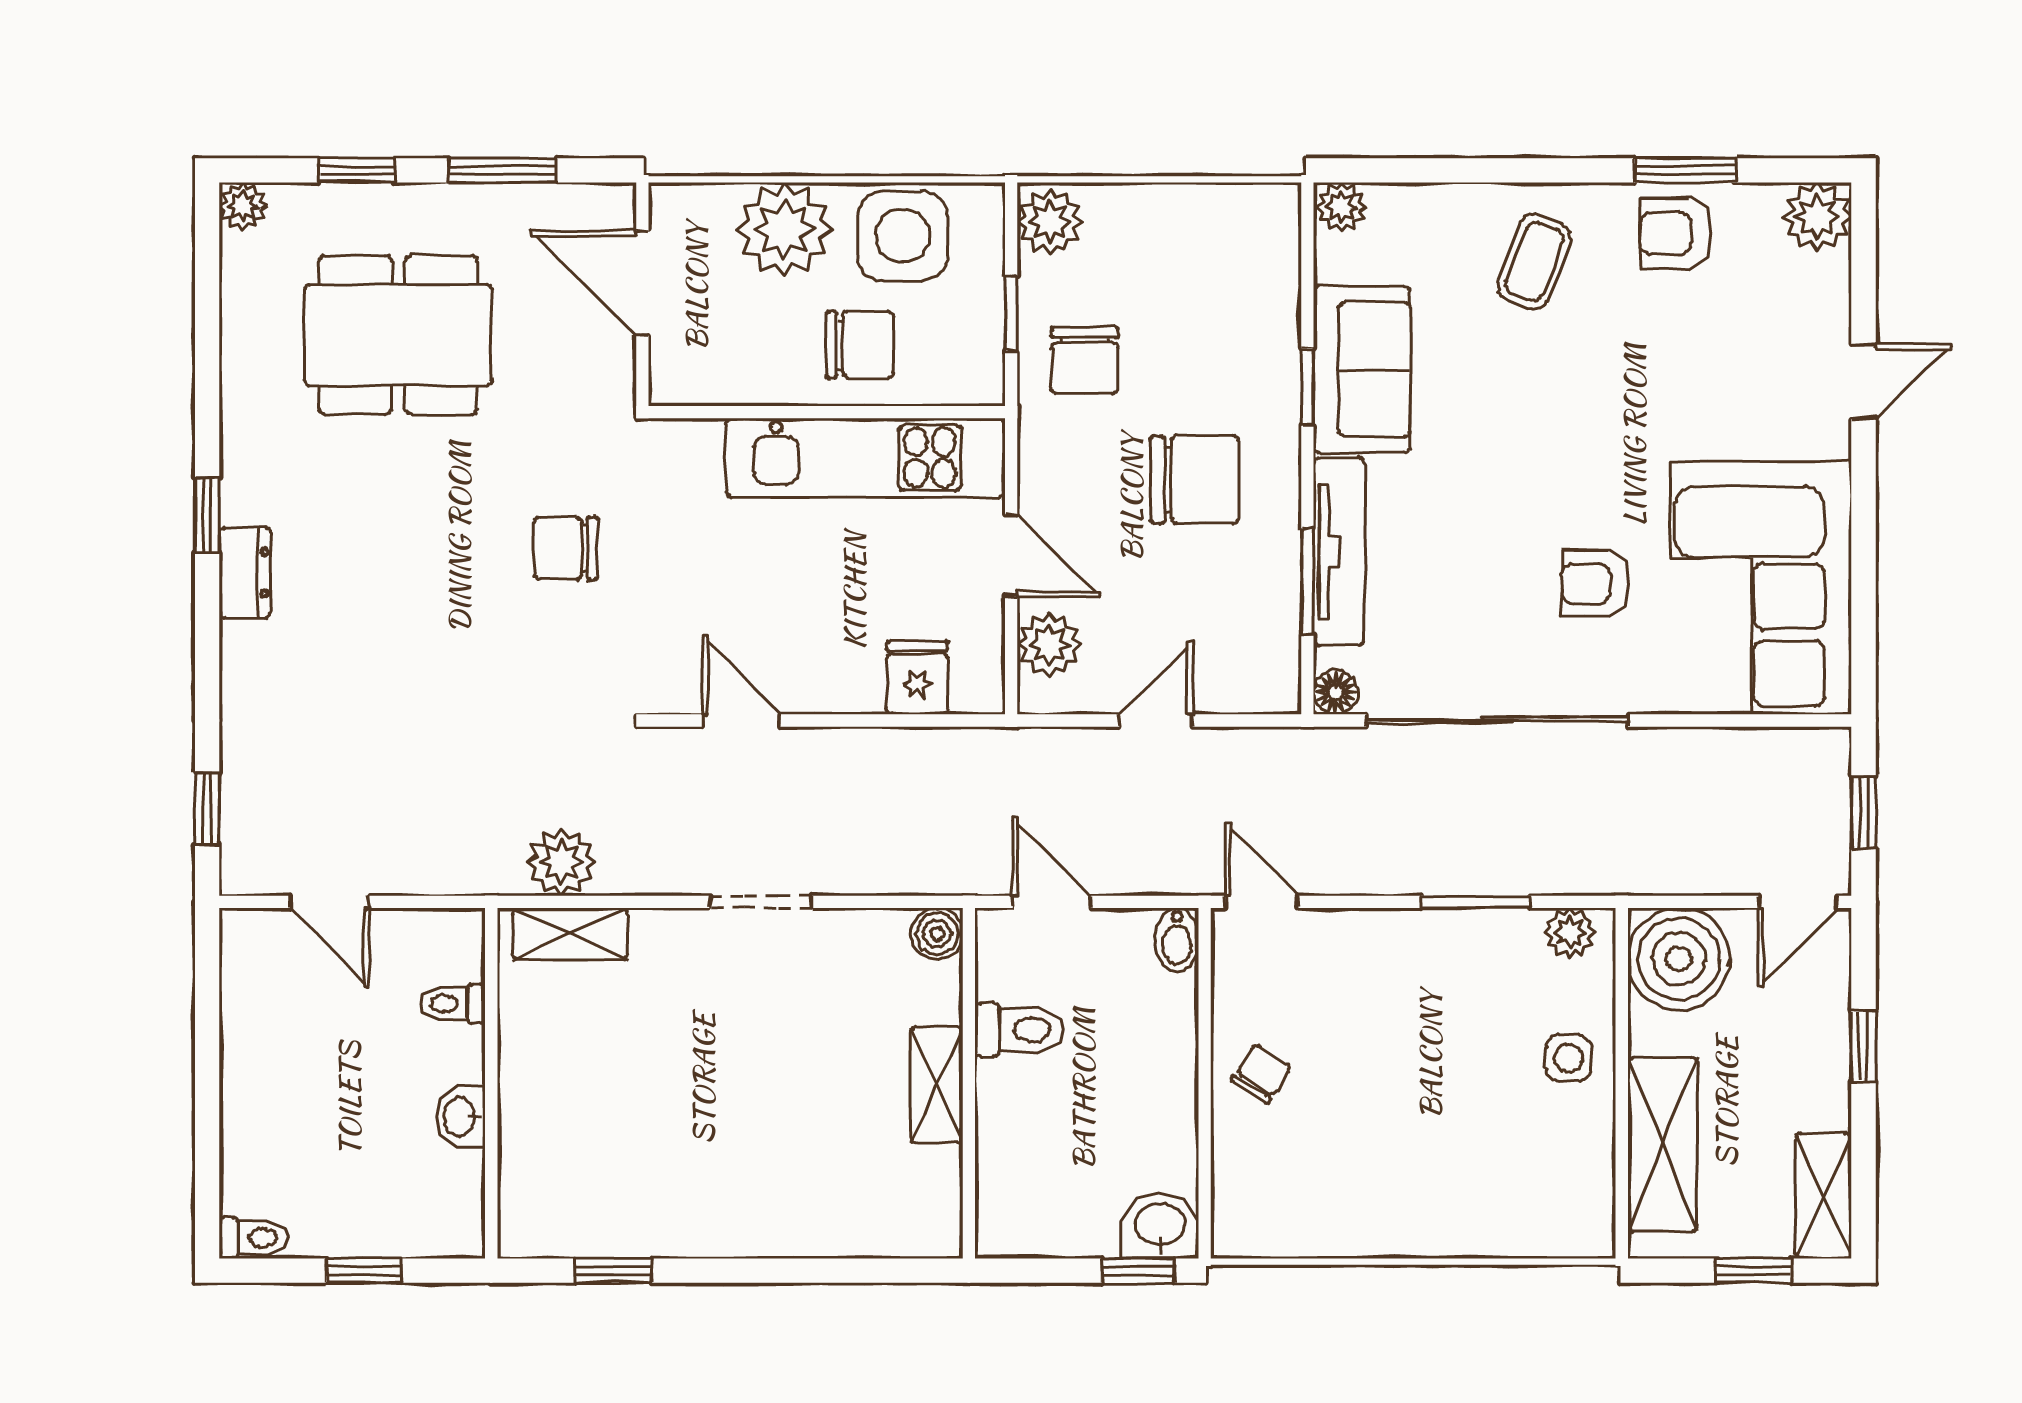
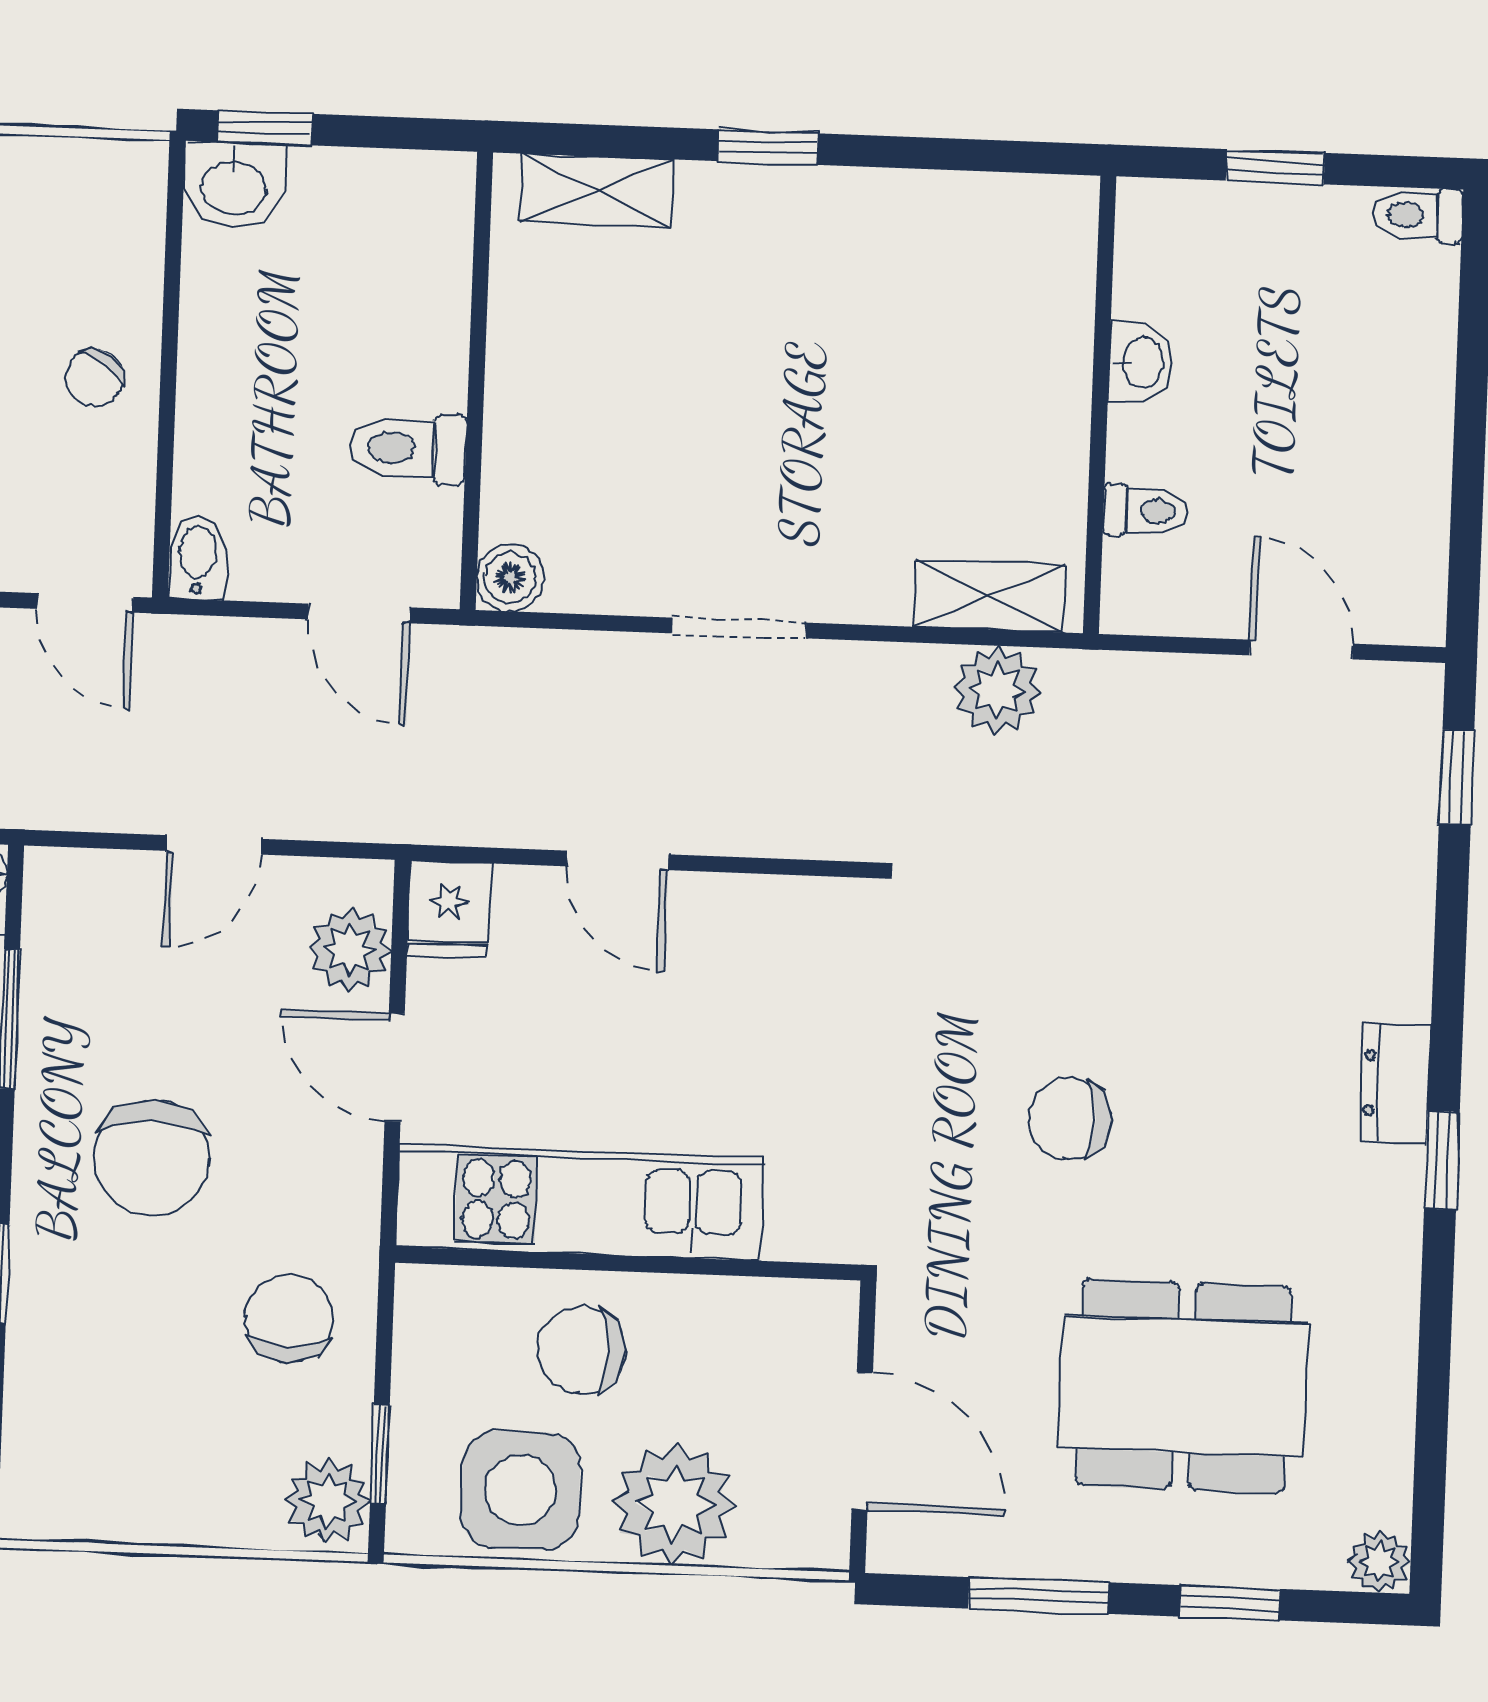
window: (1011, 313) -> (380, 1455), moved
chair: (1194, 480) -> (152, 1157), turned -90
chair: (566, 548) -> (1070, 1118), moved, turned 180
fridge: (917, 678) -> (449, 910), moved
door: (742, 720) -> (617, 860), moved
shelving: (937, 1085) -> (597, 190), moved, turned 90
window: (613, 1271) -> (768, 147), moved

